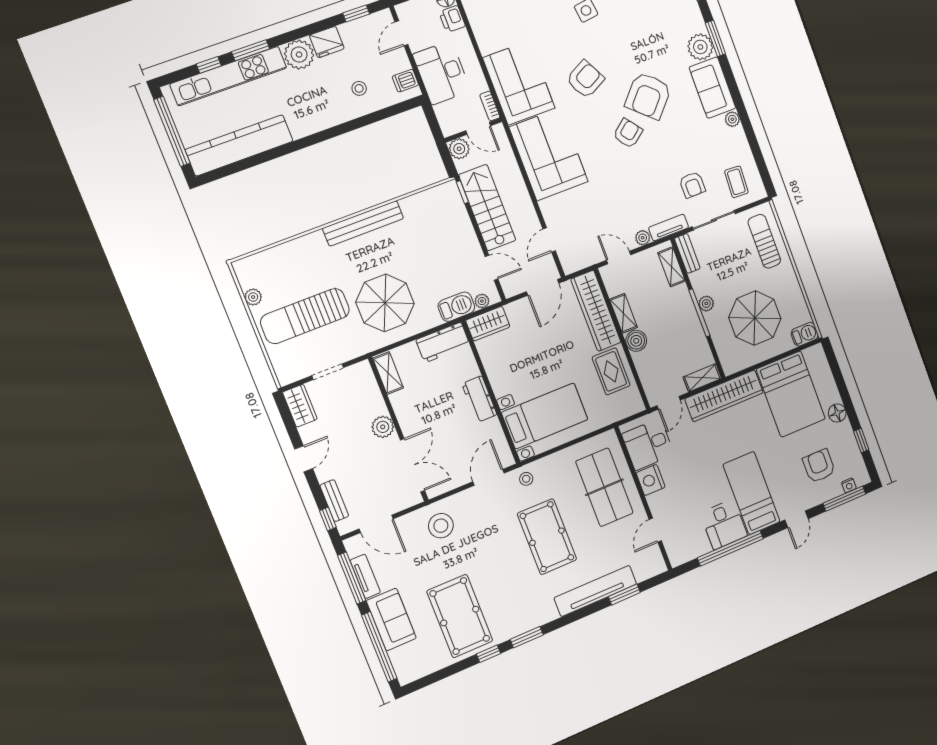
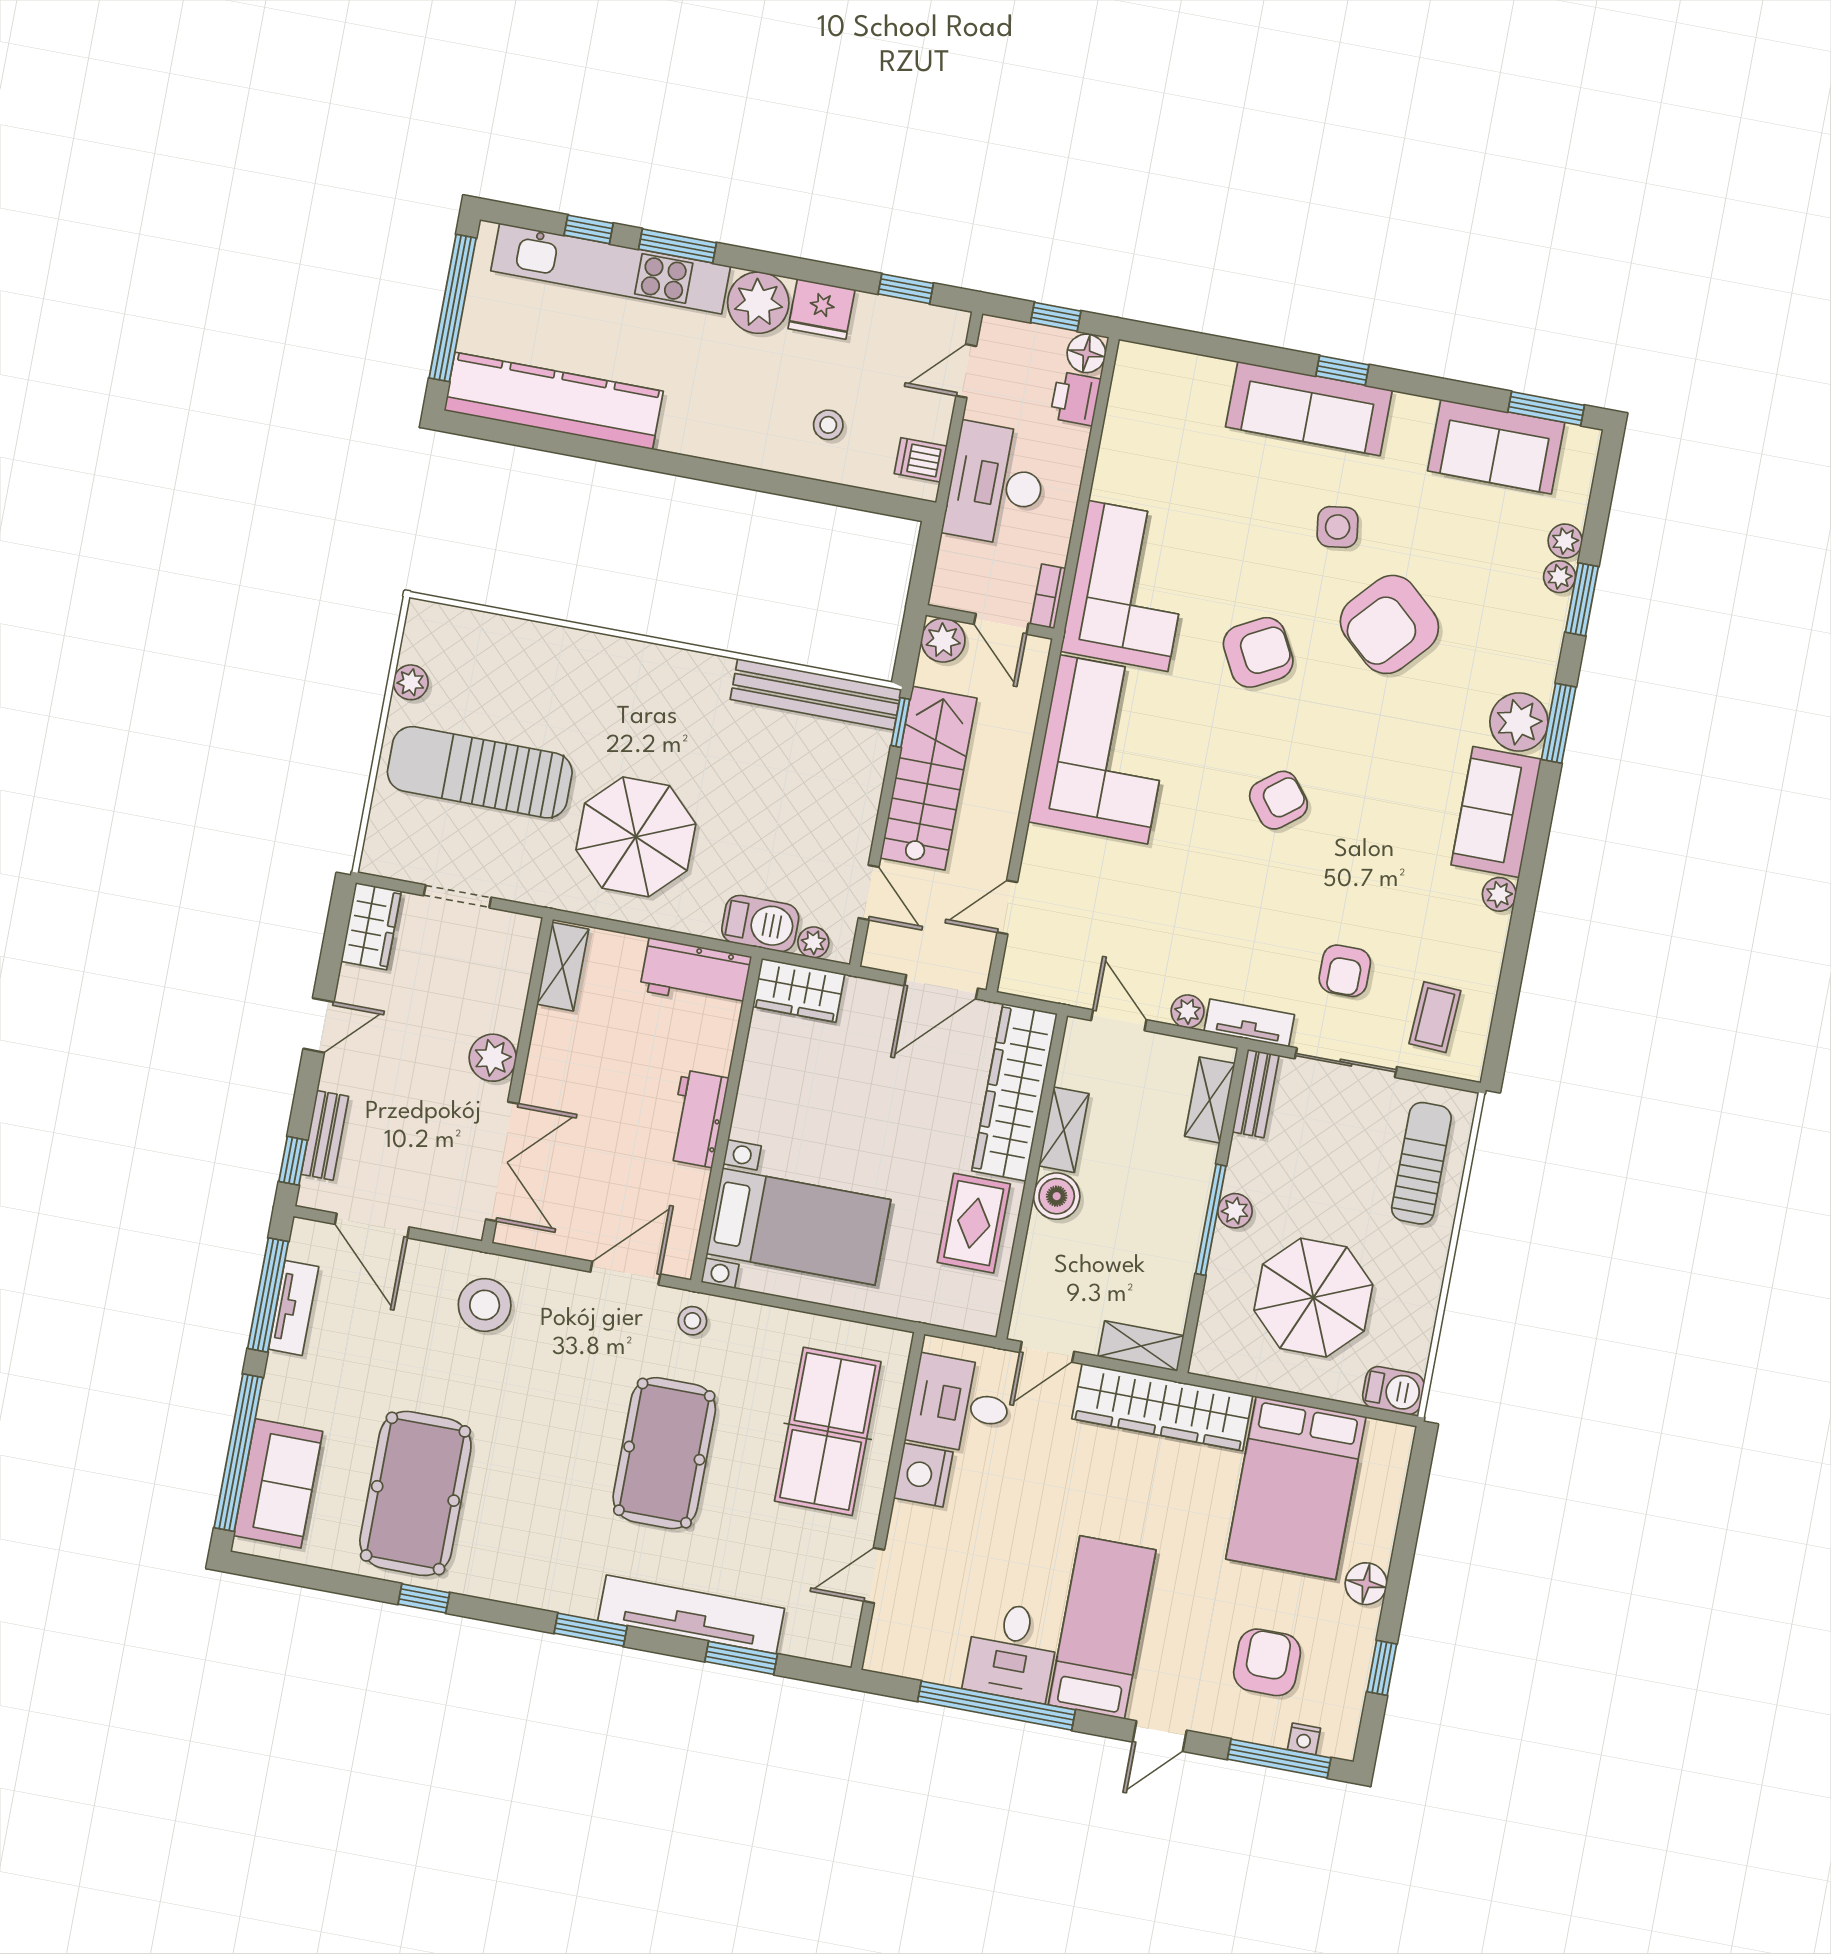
armchair: (648, 96) -> (1389, 624), moved
bench: (363, 223) -> (816, 694), moved
sofa: (391, 619) -> (278, 1483), moved
window: (527, 637) -> (591, 1630), moved

